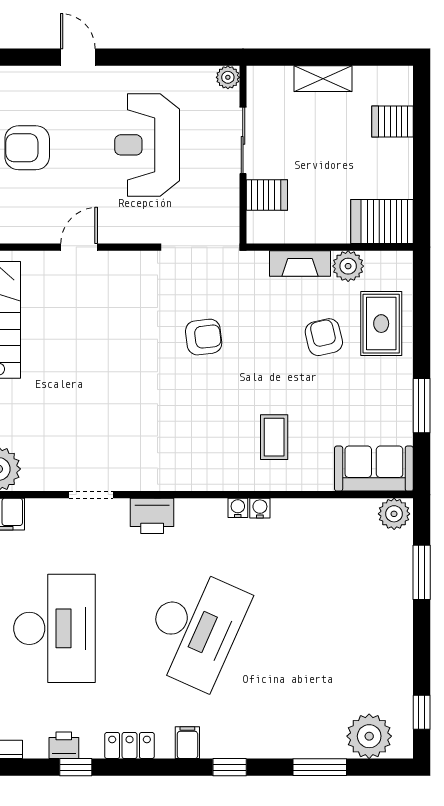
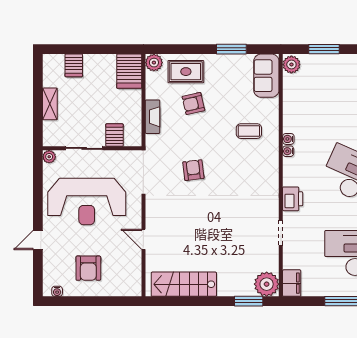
reception desk: (147, 145) -> (87, 202), width x1.36, depth x1.30
plant: (348, 266) -> (154, 63), moved

